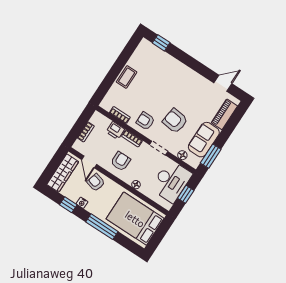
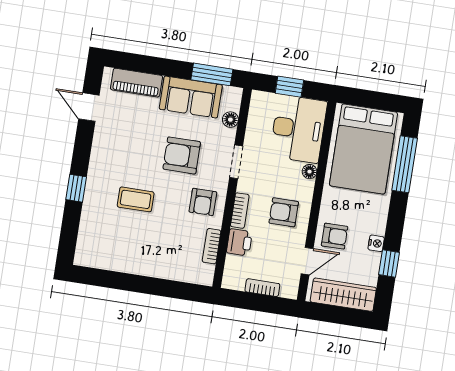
window: (161, 43) -> (76, 188), moved
coffee table: (127, 77) -> (136, 199), moved
armchair: (175, 121) -> (182, 155), turned 83
desk: (171, 181) -> (298, 129), moved, turned 90
armchair: (96, 182) -> (335, 236), turned -105
window: (102, 227) -> (405, 164), moved

